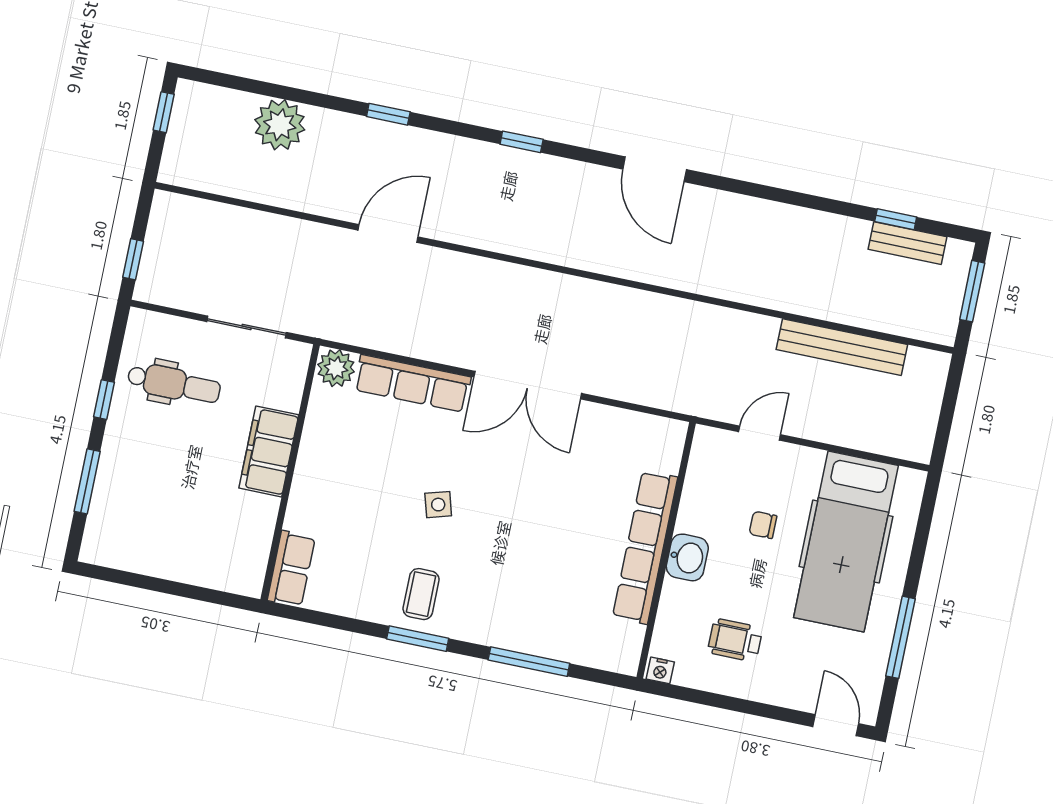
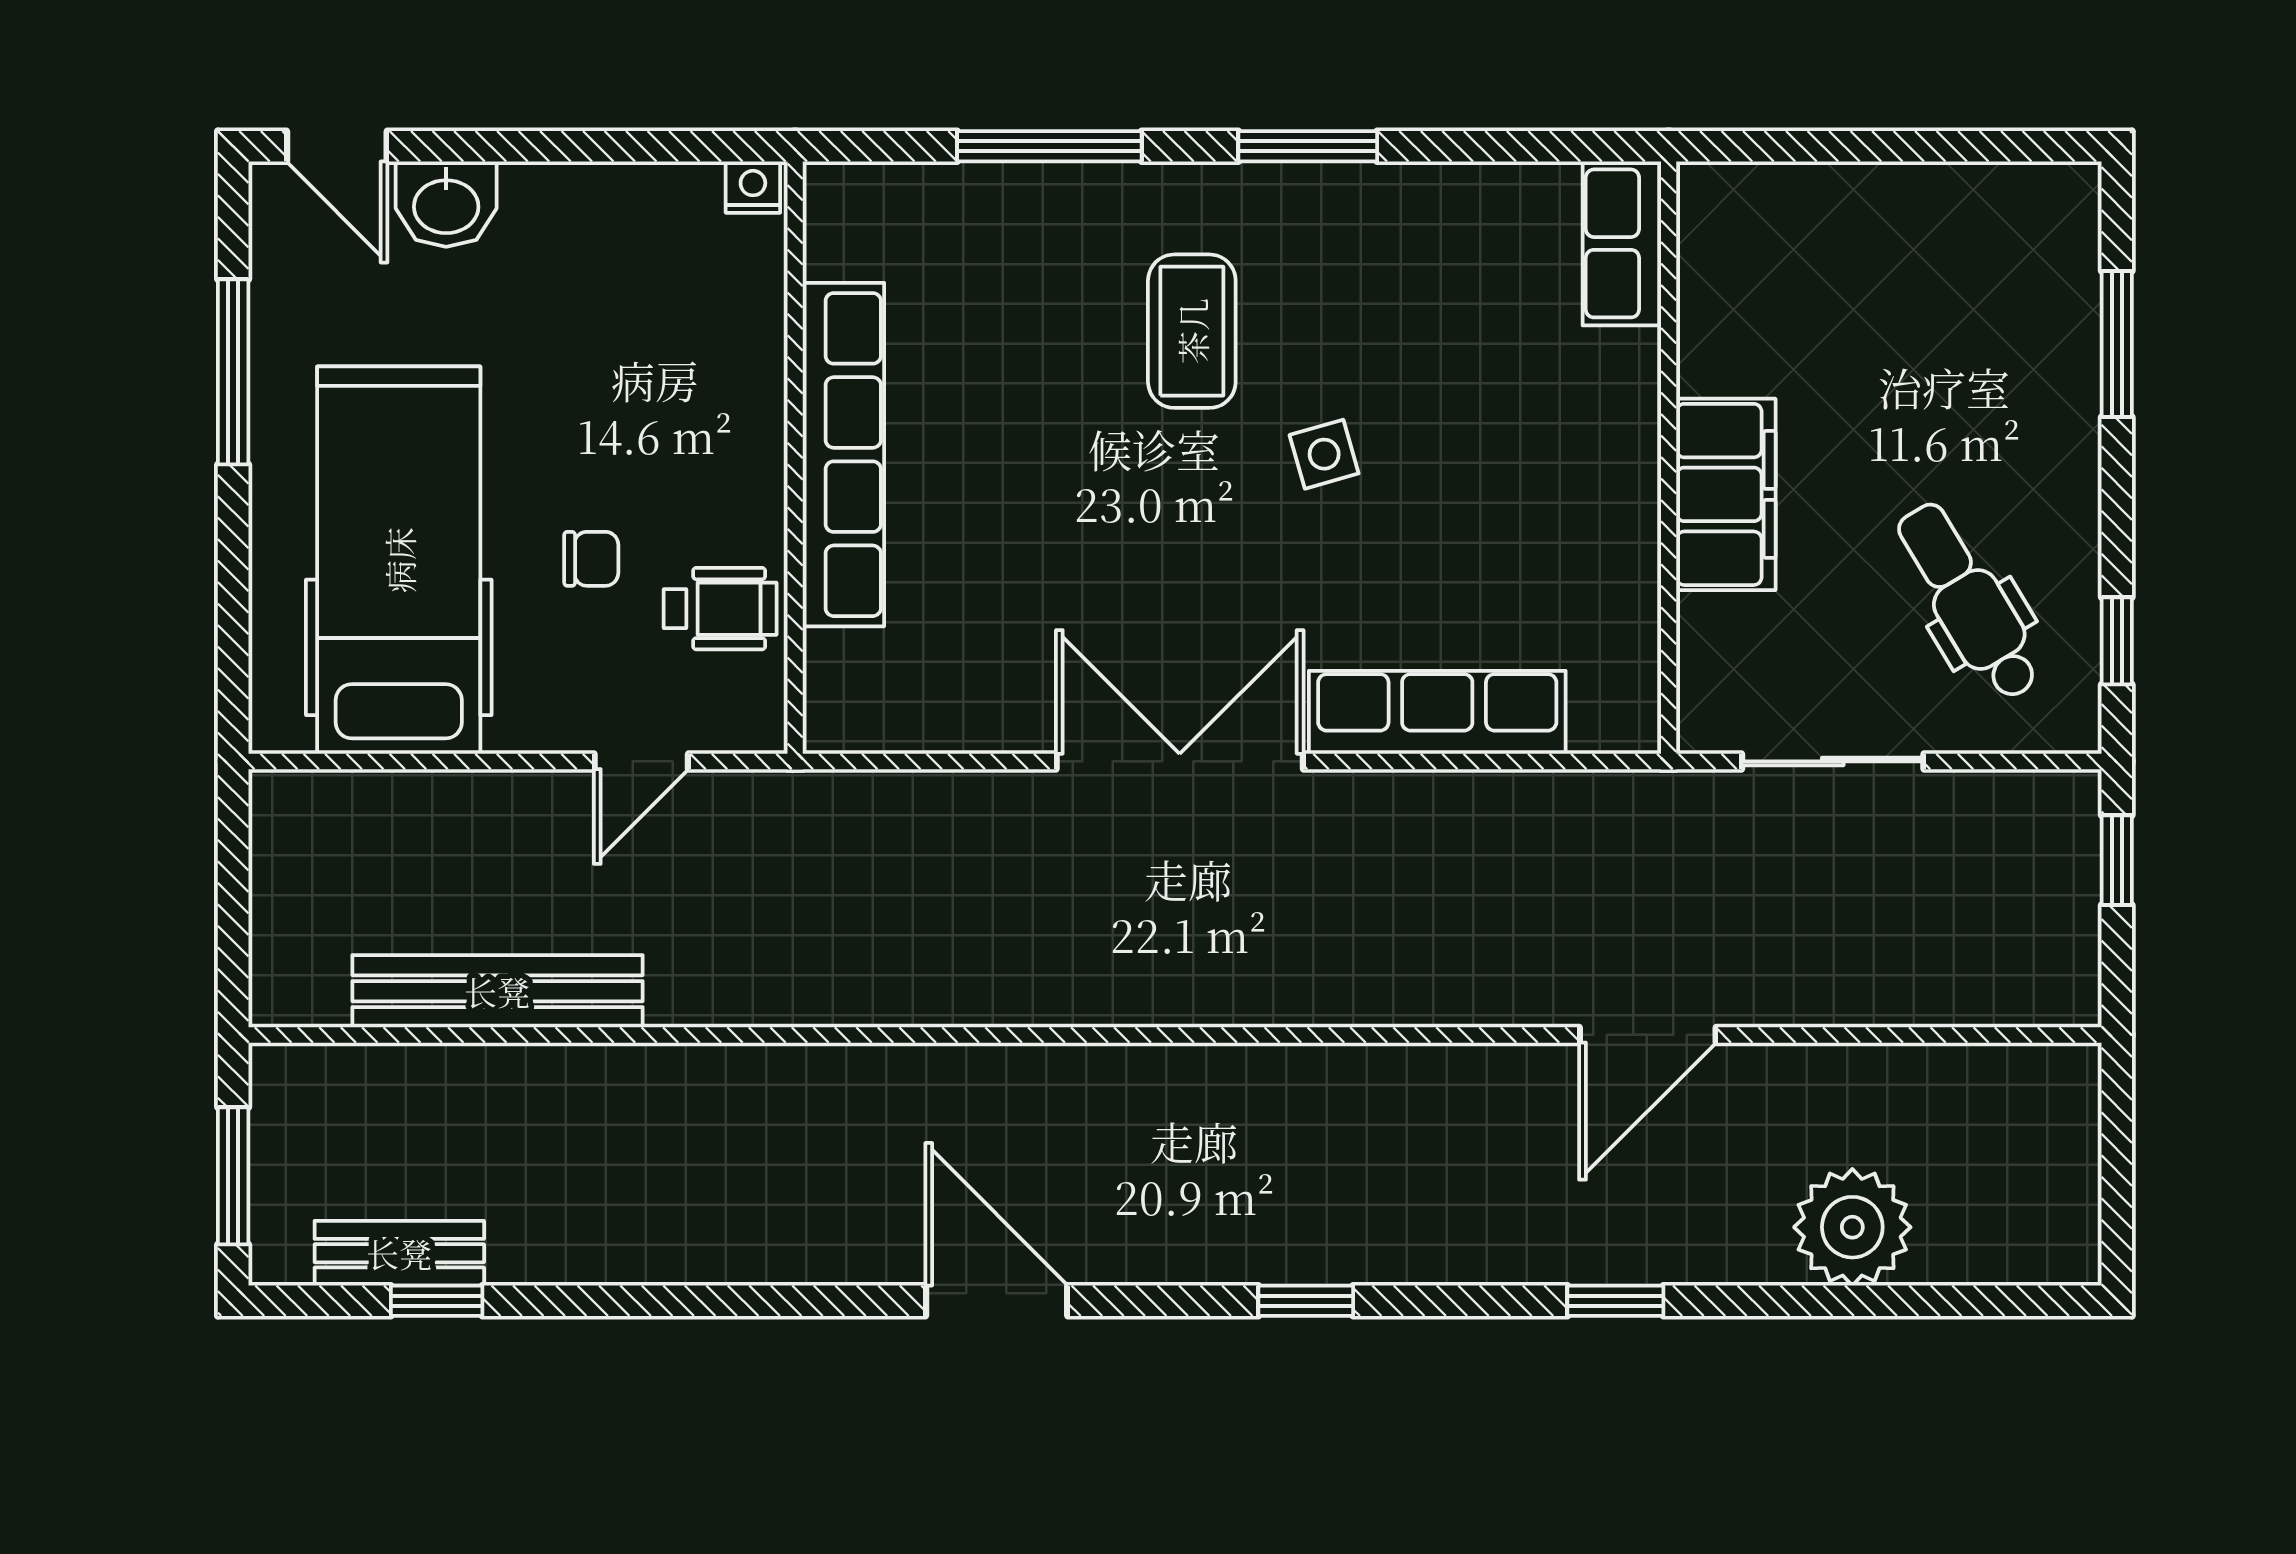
window: (164, 112) -> (2117, 1202), removed
door: (388, 233) -> (1648, 1035), moved
plant: (336, 368) -> (1615, 711), removed
dental chair: (174, 384) -> (1968, 601), turned 59
window: (104, 400) -> (2117, 641), moved
washbasin: (687, 557) -> (446, 204), moved, turned -90
coffee table: (421, 594) -> (1192, 331), moved, width x1.36, depth x1.30
wheelchair: (735, 640) -> (720, 609), moved

